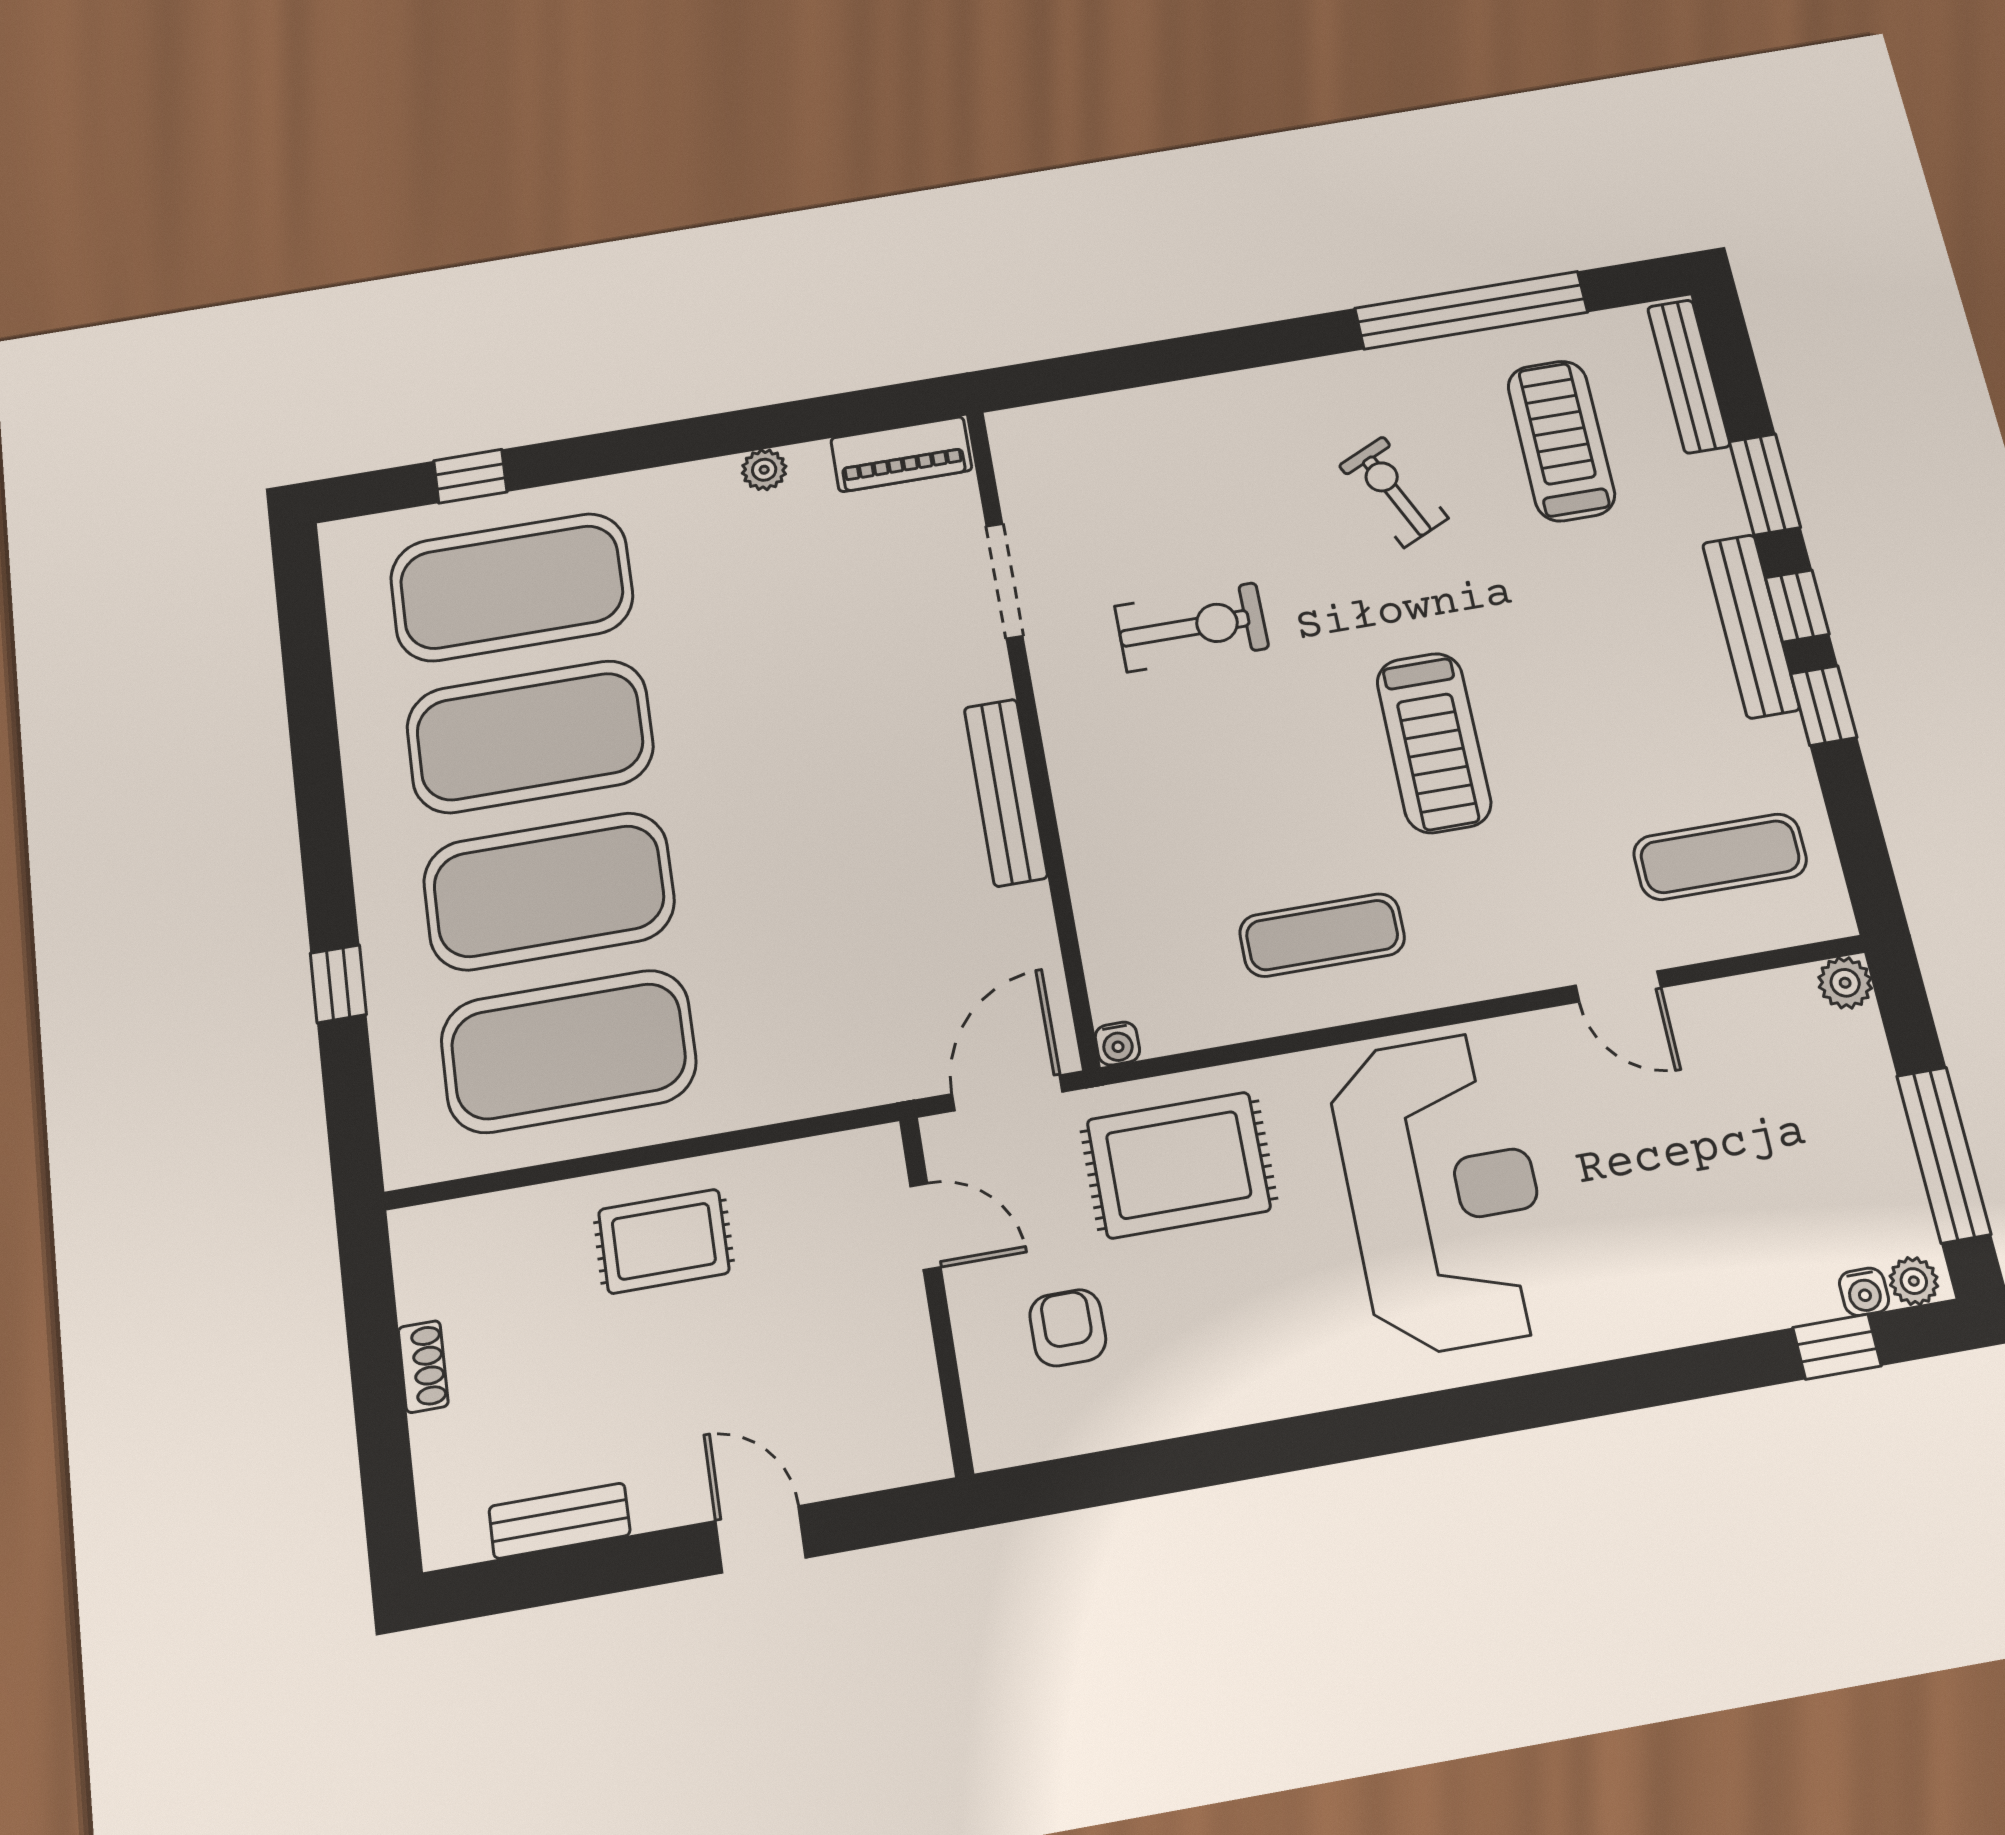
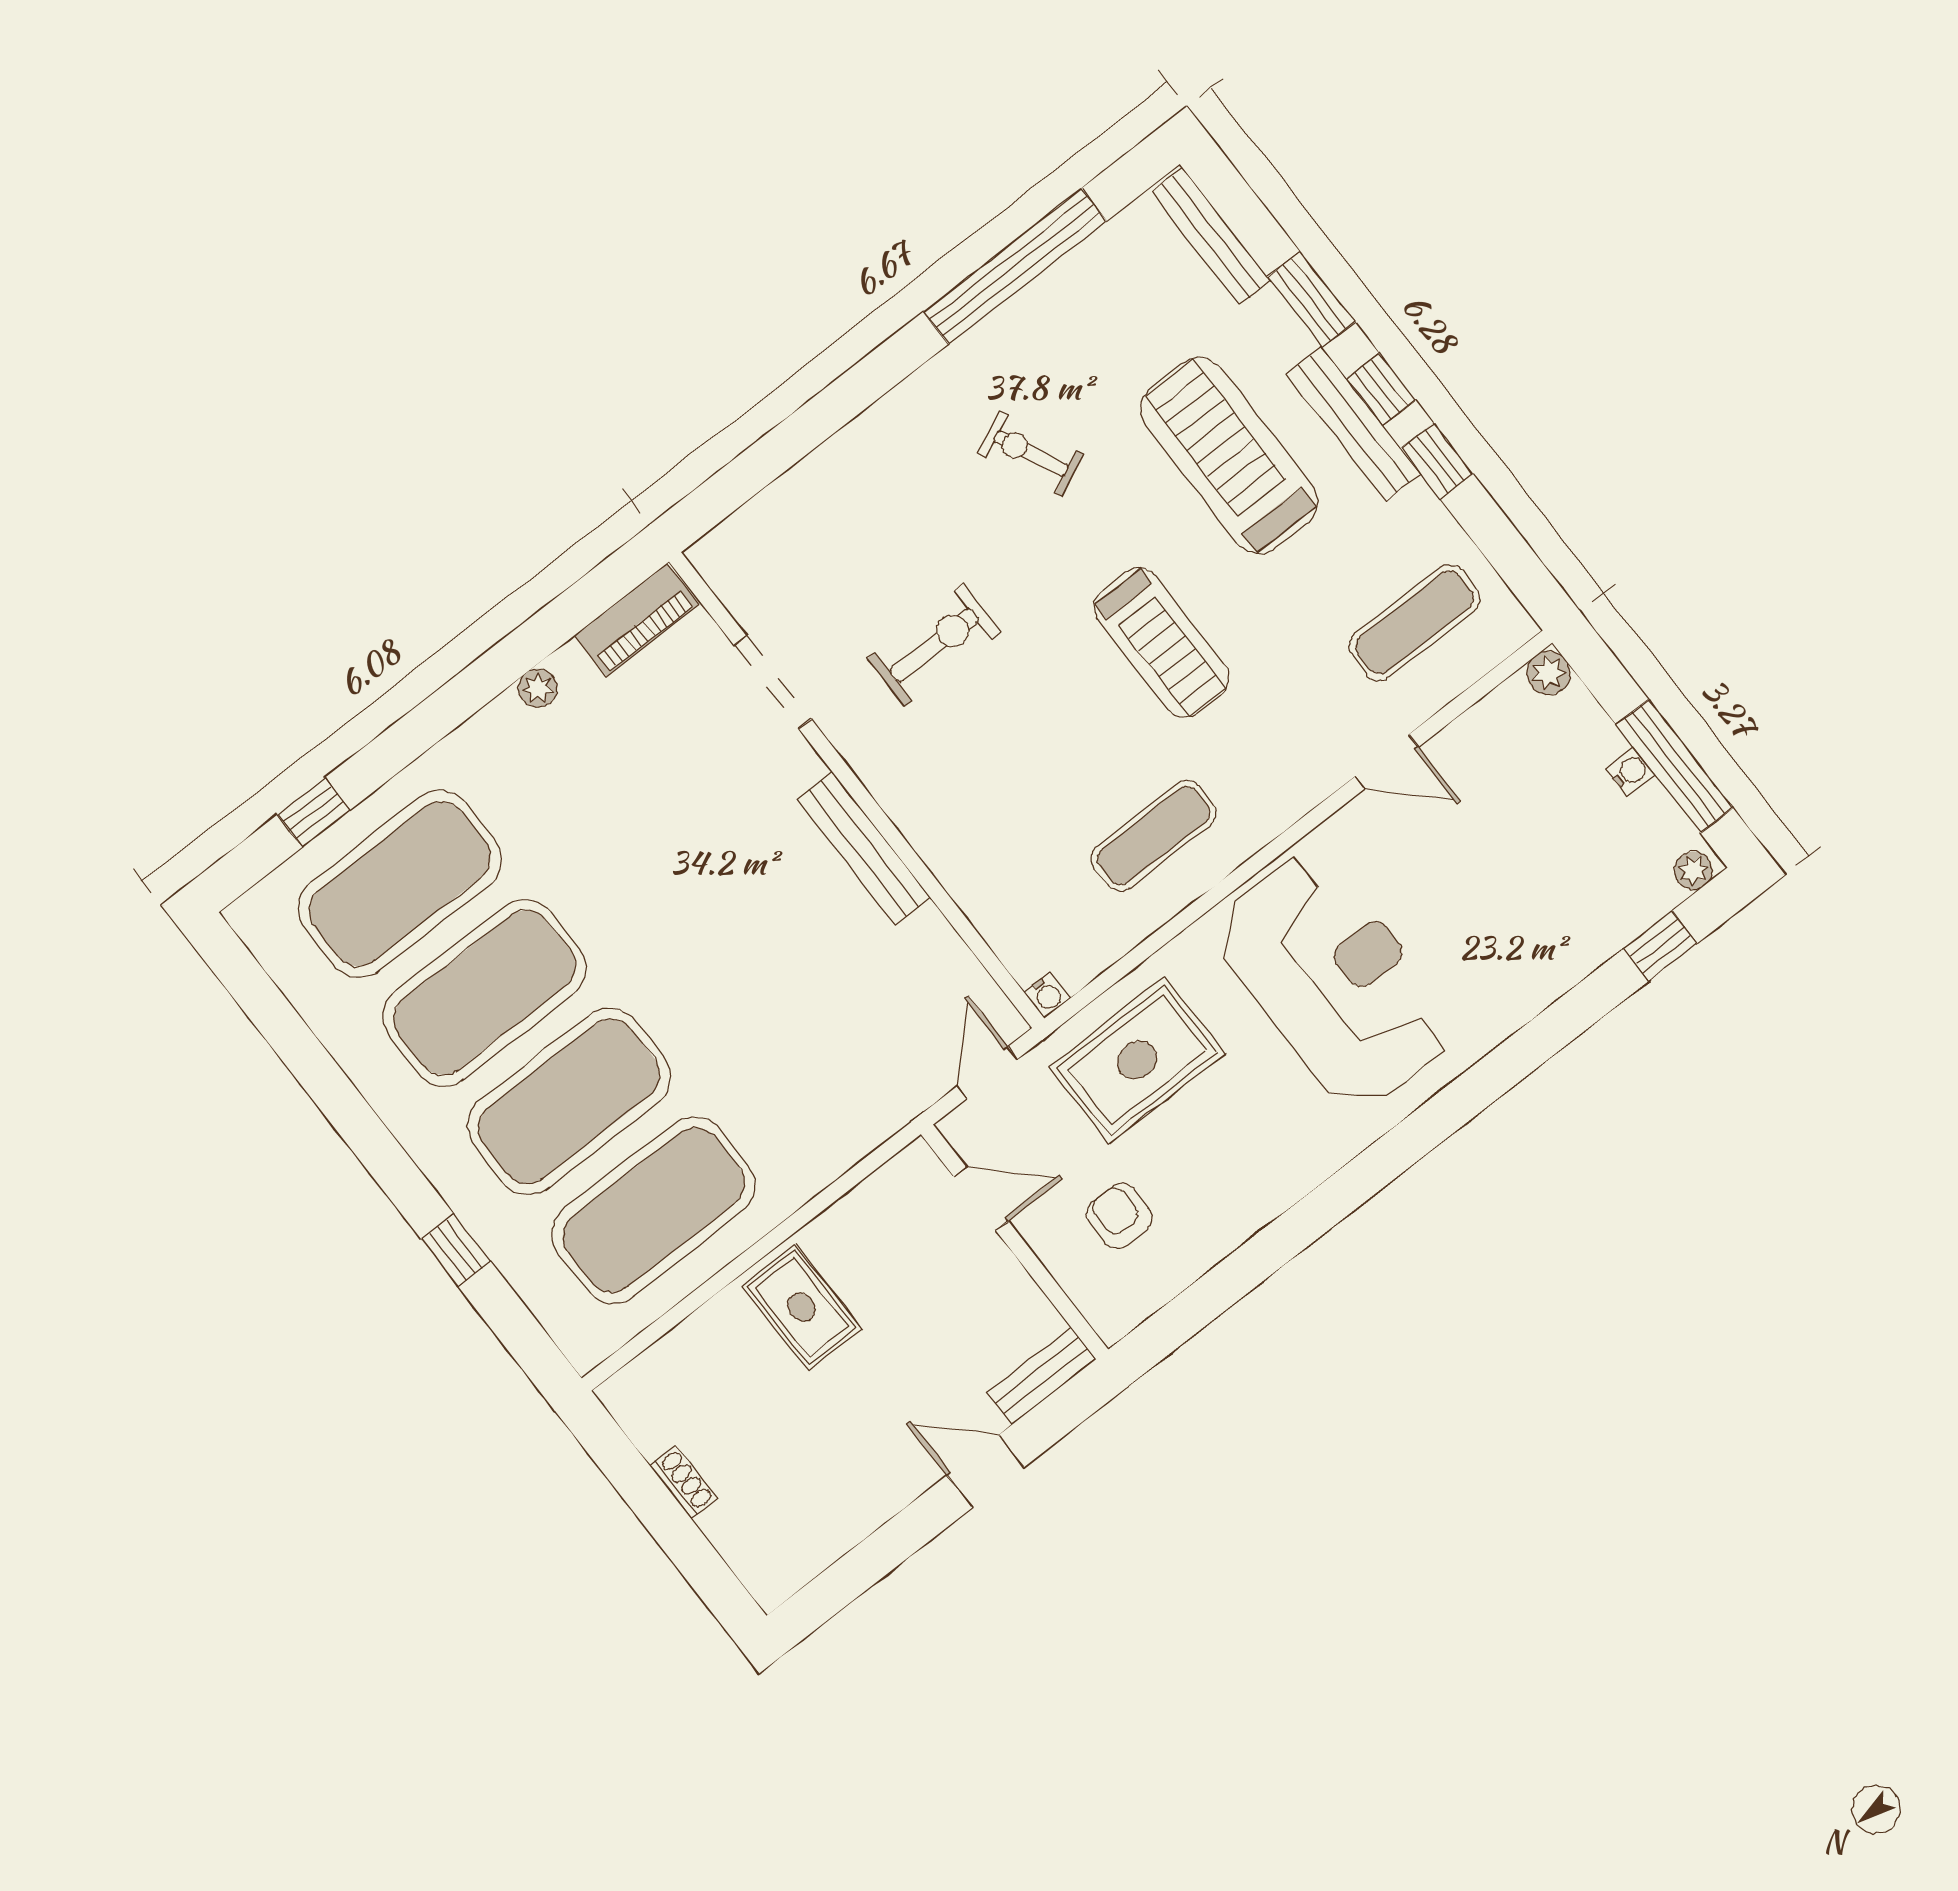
treadmill: (1561, 441) -> (1229, 456), moved, width x1.37, depth x1.38
door: (1007, 1093) -> (987, 1073), width x0.73
rug: (664, 1241) -> (802, 1307), turned 90
water cooler: (1864, 1292) -> (1630, 772), moved, turned -90
bench: (560, 1521) -> (1042, 1376), moved

